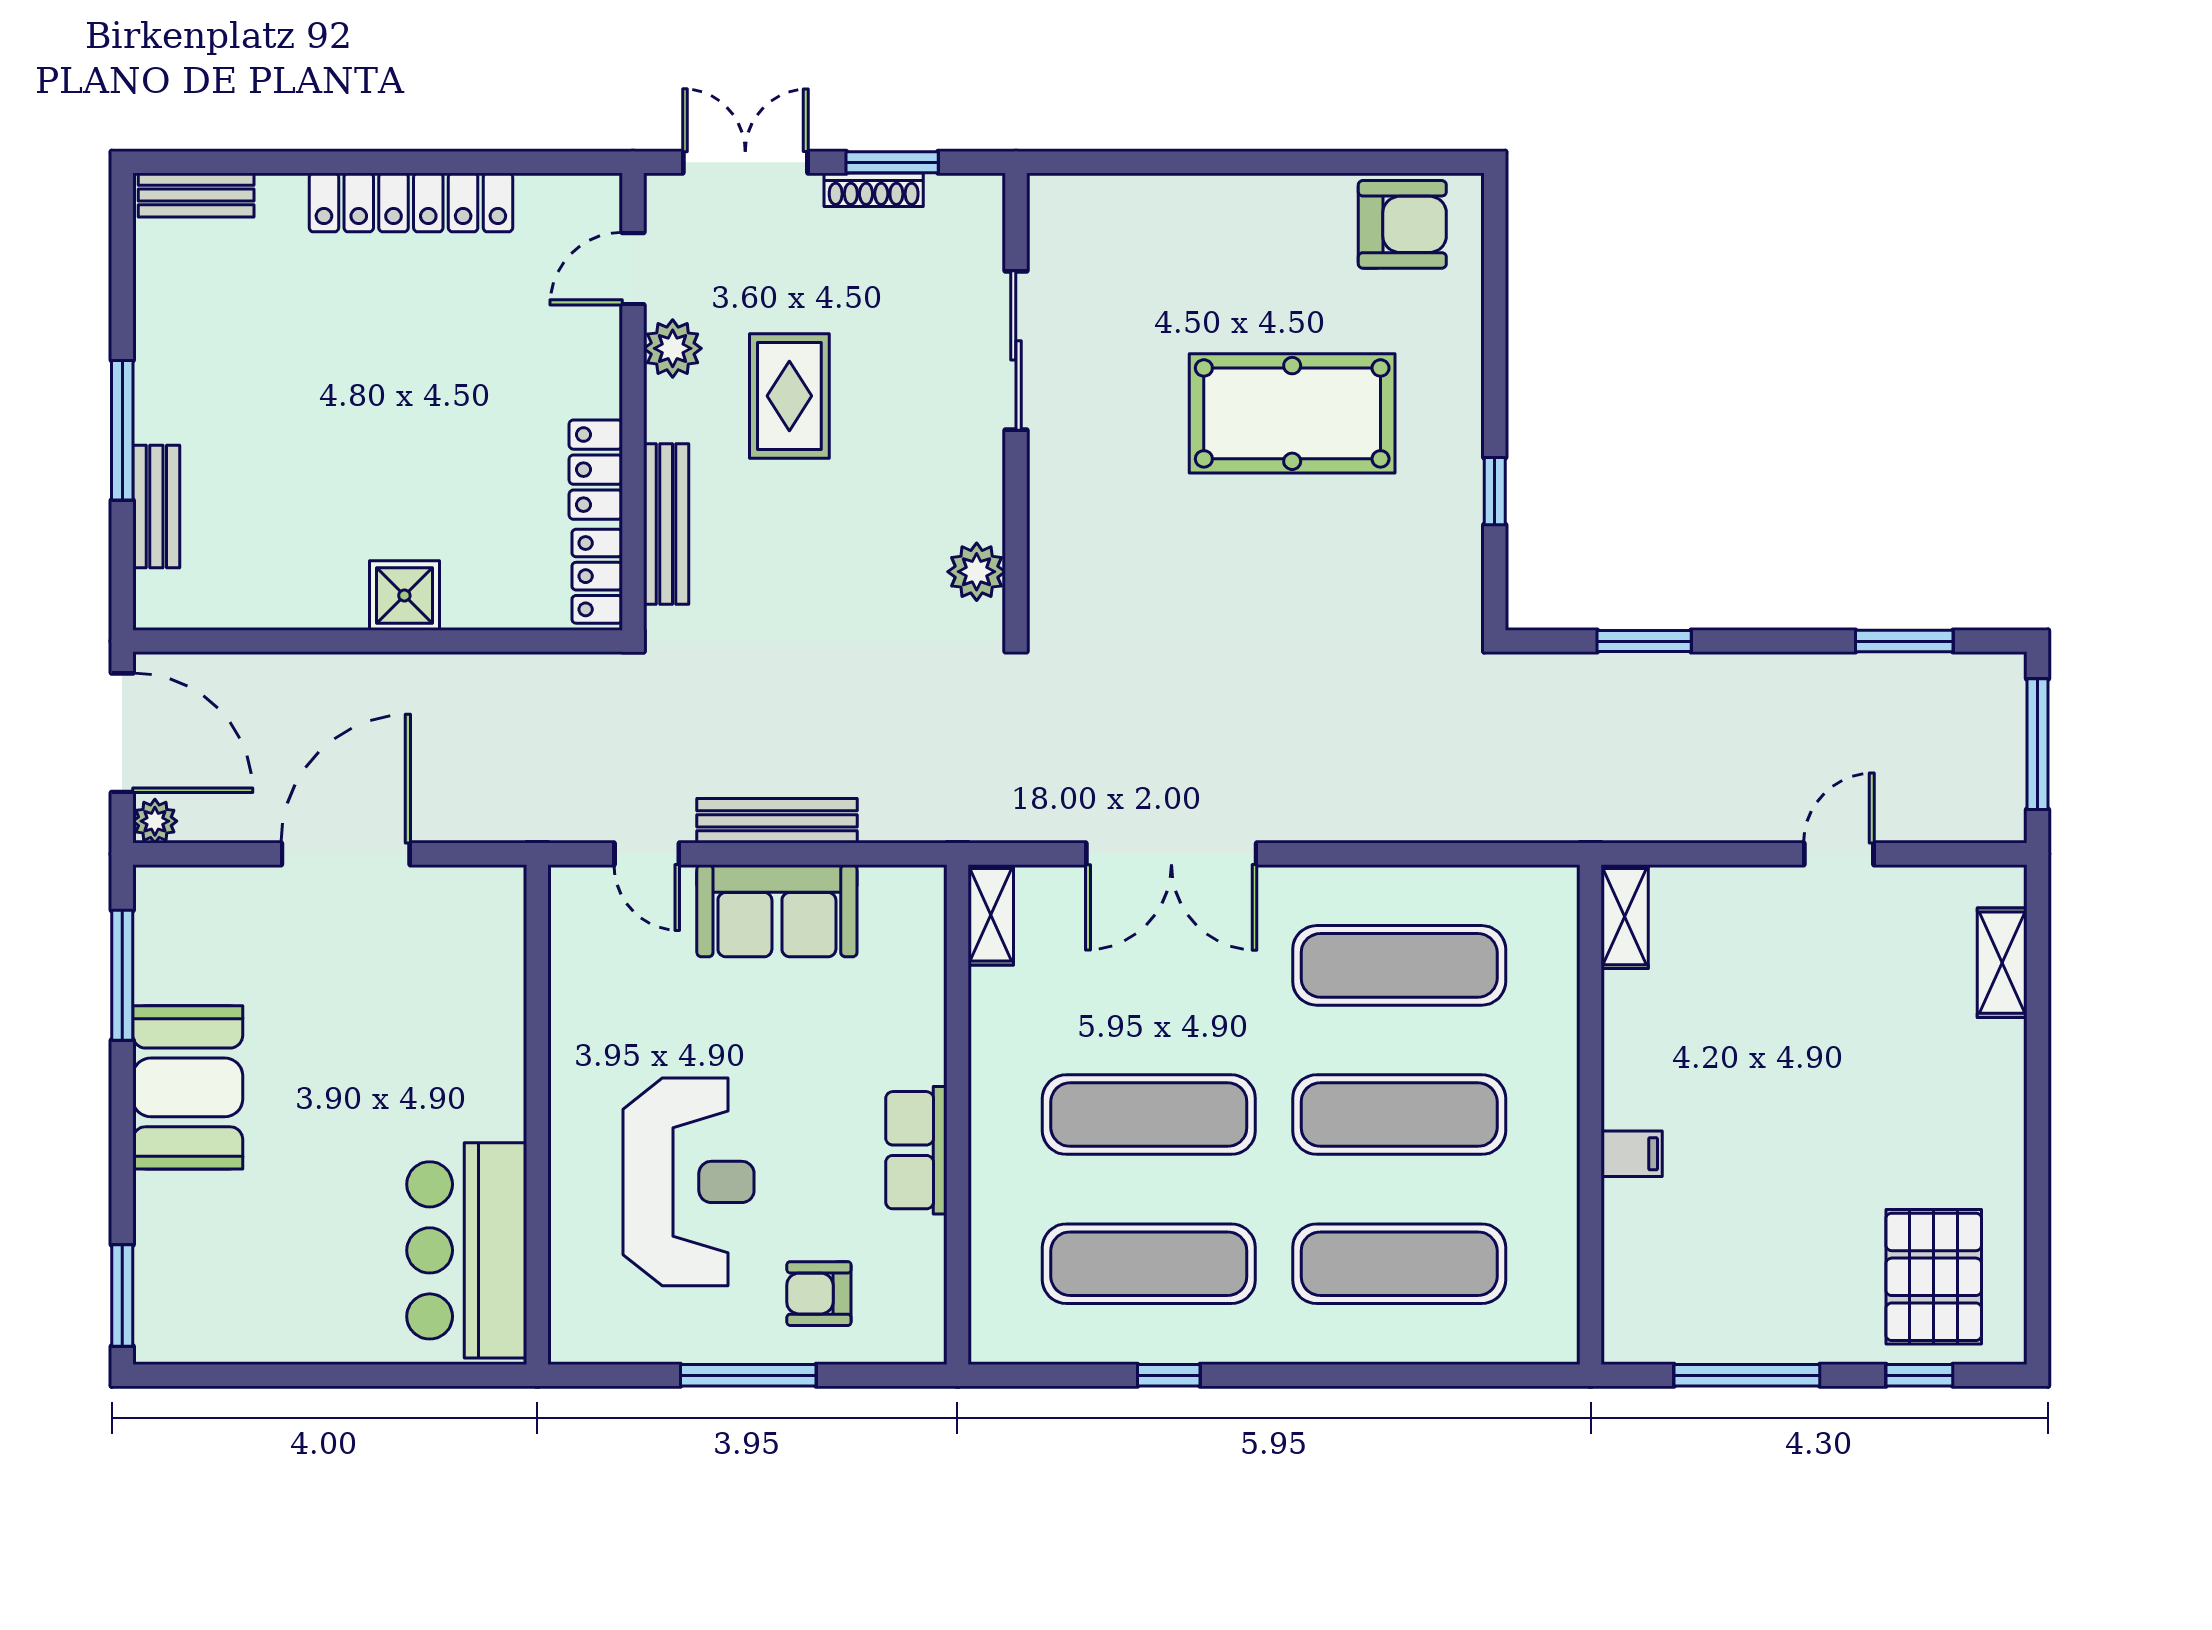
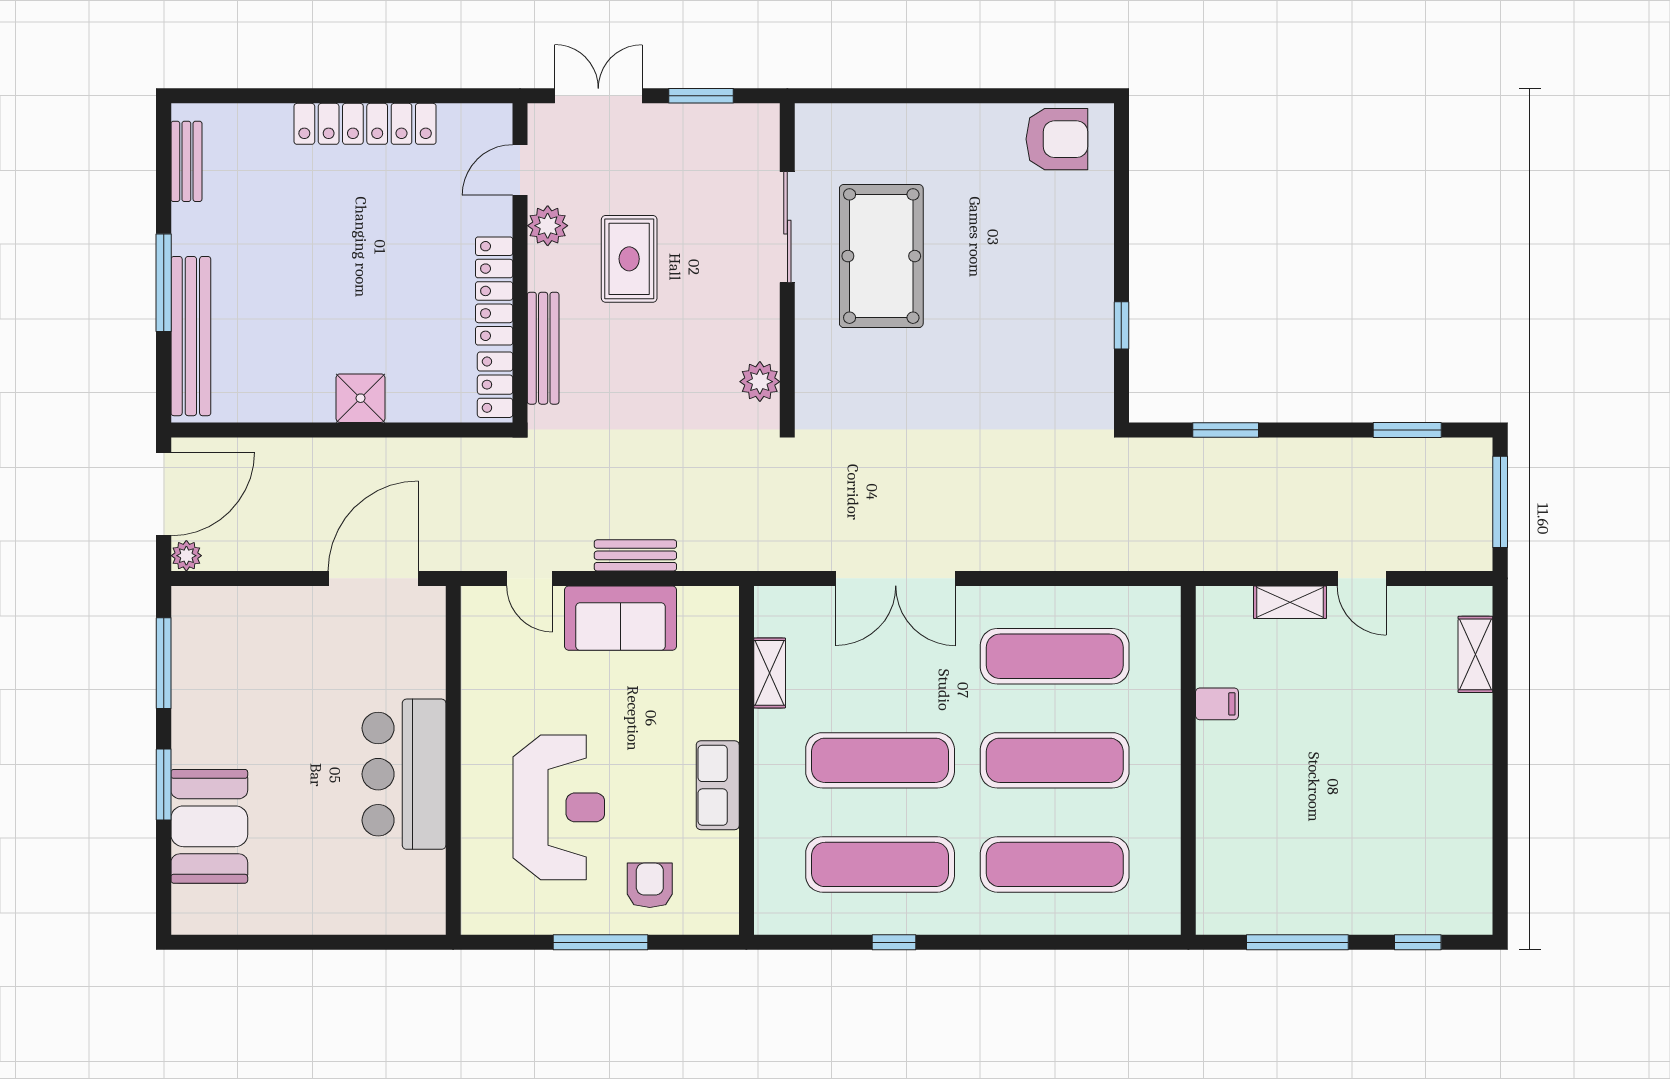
shoe rack: (874, 190) -> (688, 115), removed
bench: (196, 195) -> (186, 161), moved, turned 90
pool table: (1292, 413) -> (881, 256), moved, turned 90
locker: (596, 470) -> (494, 291), width x1.53
bench: (156, 507) -> (191, 336), width x1.86, depth x1.21
door: (122, 733) -> (164, 494), hinge flipped
bench: (777, 821) -> (635, 555), width x0.73
door: (346, 854) -> (373, 578), moved
door: (1839, 854) -> (1362, 578), swing flipped
shelving: (991, 915) -> (770, 673), moved
shelving: (1625, 917) -> (1290, 602), moved, turned 90
booth: (188, 1087) -> (209, 826), moved
filing cabinet: (1632, 1154) -> (1217, 704), moved
bar counter: (467, 1250) -> (404, 774), moved
pallet: (1934, 1277) -> (1428, 874), removed
armchair: (819, 1294) -> (650, 885), turned 90
window: (122, 1295) -> (164, 785), moved

